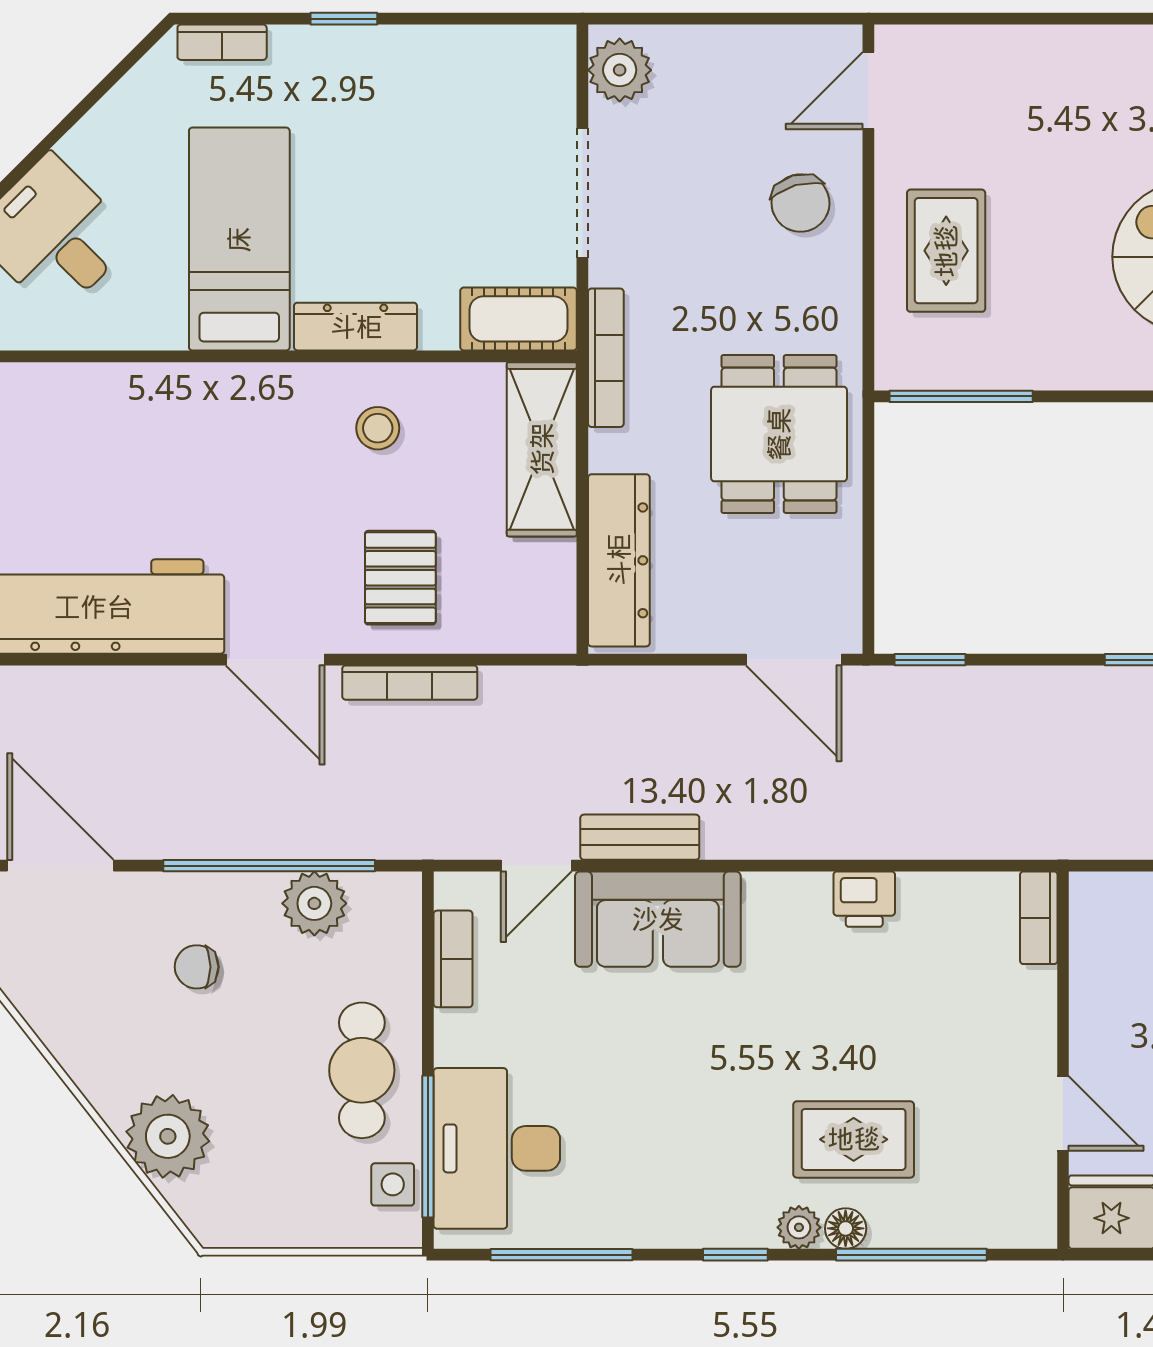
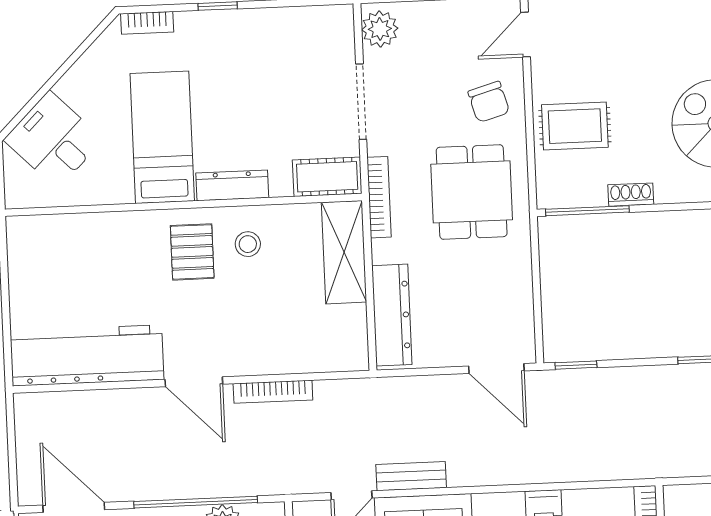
rug: (946, 251) -> (575, 126), turned 90
shoe rack: (1036, 372) -> (631, 195), added
dining table: (779, 434) -> (472, 192), moved
pallet: (400, 578) -> (192, 252), moved

